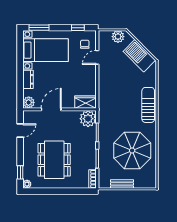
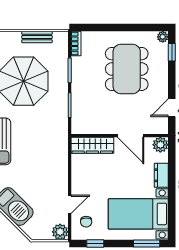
plant: (118, 37) -> (60, 232), moved
wardrobe: (85, 102) -> (92, 145), width x1.50
door: (51, 109) -> (131, 136), hinge flipped
plant: (88, 119) -> (82, 123), removed

